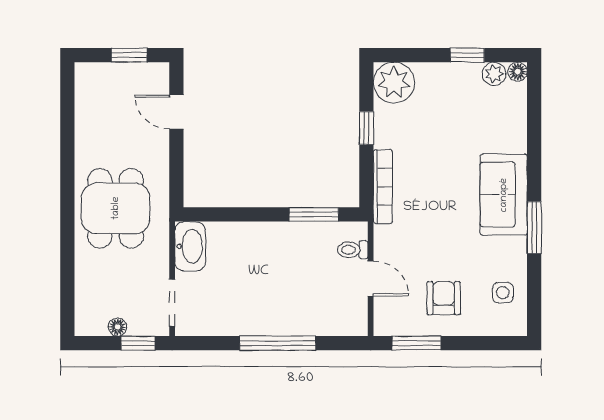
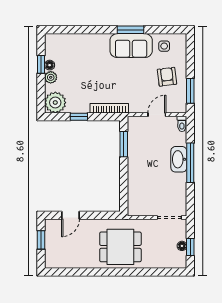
floor lamp: (518, 72) -> (50, 65), moved
plant: (494, 74) -> (51, 77), moved
sofa: (504, 195) -> (131, 46), moved
washbasin: (190, 246) -> (179, 159), moved, turned -90
toilet: (353, 250) -> (182, 124), moved
armchair: (444, 298) -> (167, 77), turned 83
window: (138, 343) -> (190, 247), moved

